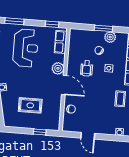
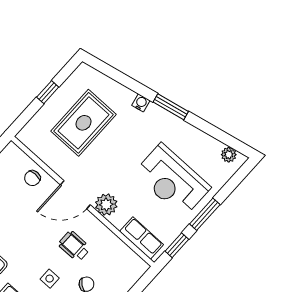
window: (14, 21) -> (205, 214), moved
rug: (30, 105) -> (84, 123), width x1.36, depth x1.43
window: (40, 132) -> (48, 92), moved

